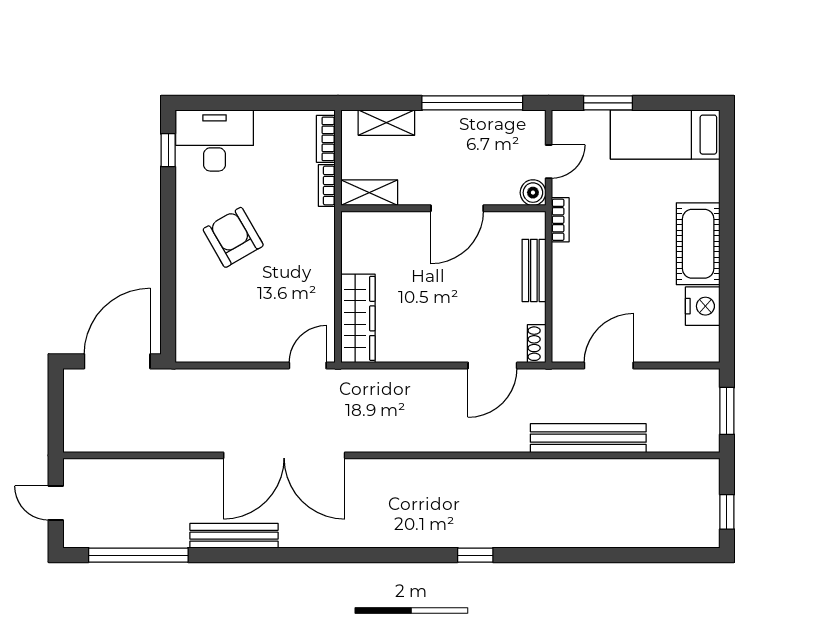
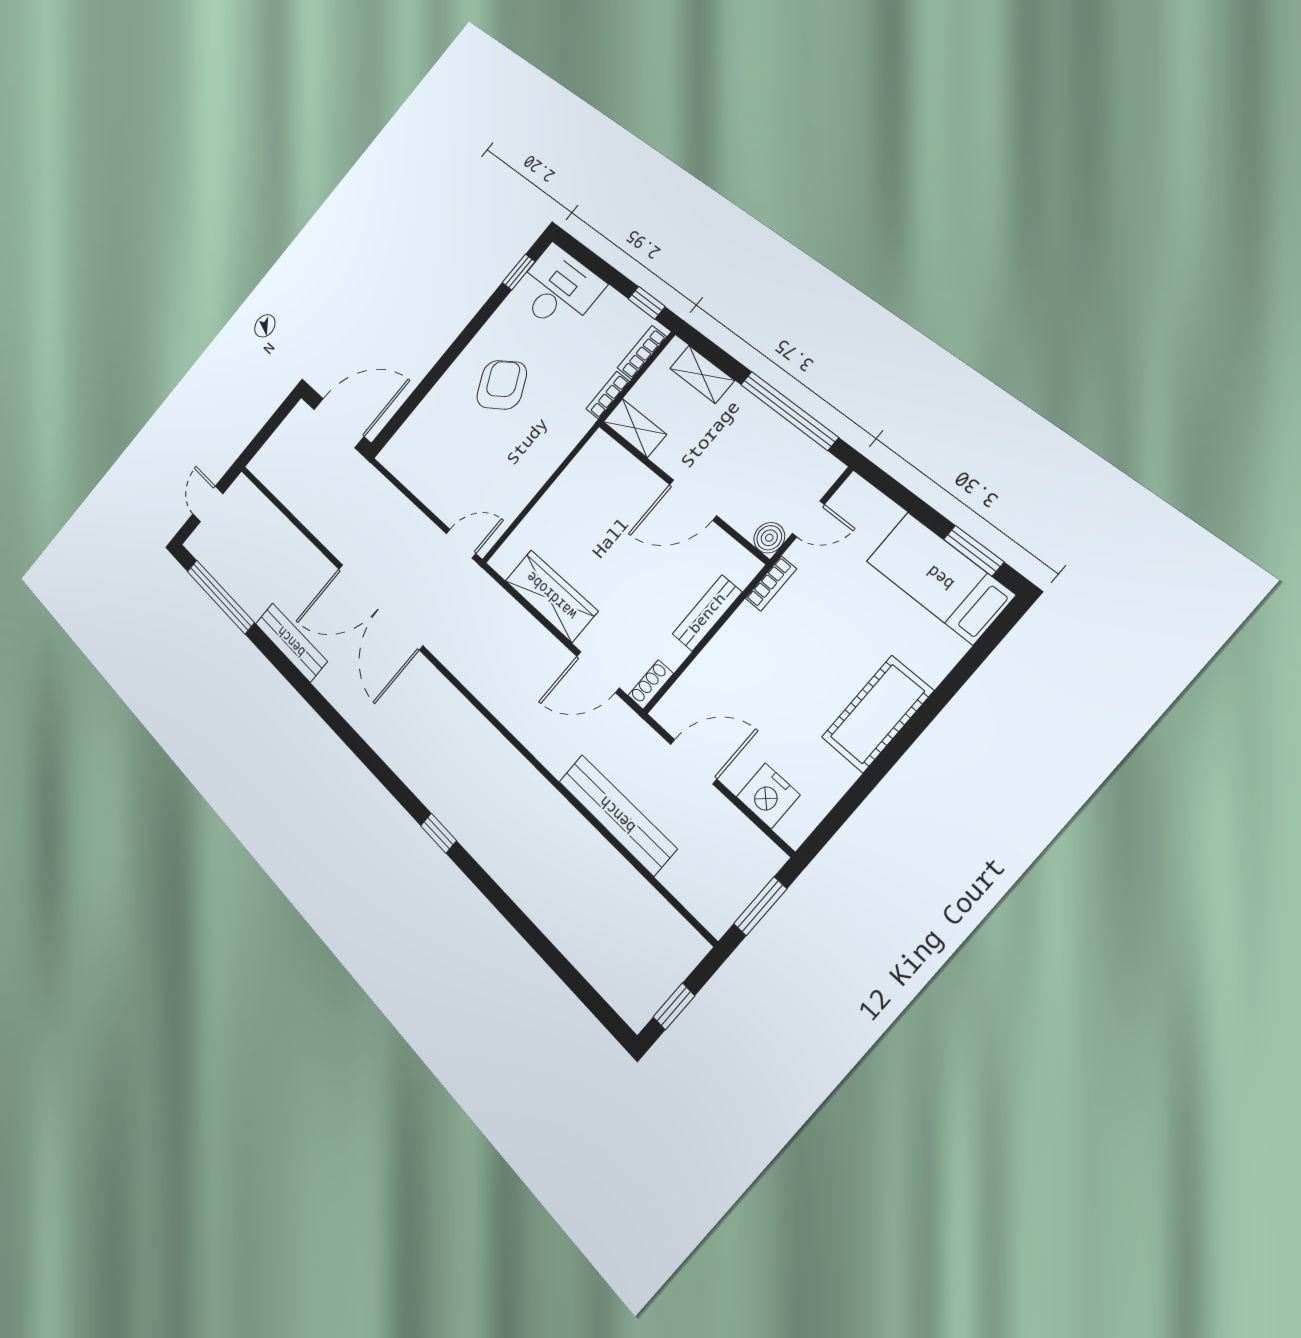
window: (297, 103) -> (647, 303), added
window: (608, 103) -> (974, 551), moved
nightstand: (703, 306) -> (768, 796), moved, turned 90
wardrobe: (358, 318) -> (551, 596), moved, turned -90

